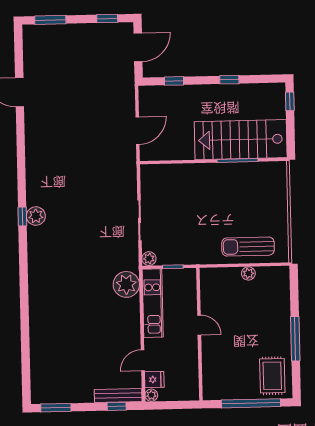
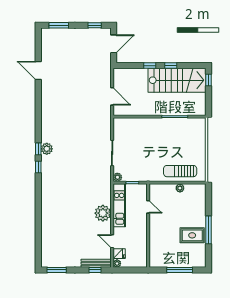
window: (174, 81) -> (150, 66), moved
door: (137, 131) -> (112, 96), hinge flipped
stairs: (241, 140) -> (177, 80), moved, turned 180
window: (23, 245) -> (38, 167), added
plant: (126, 284) -> (103, 213), moved
door: (199, 325) -> (148, 207), moved
door: (143, 360) -> (112, 241), hinge flipped
rug: (272, 376) -> (192, 235), moved, turned 90
window: (251, 403) -> (180, 270), width x0.68

